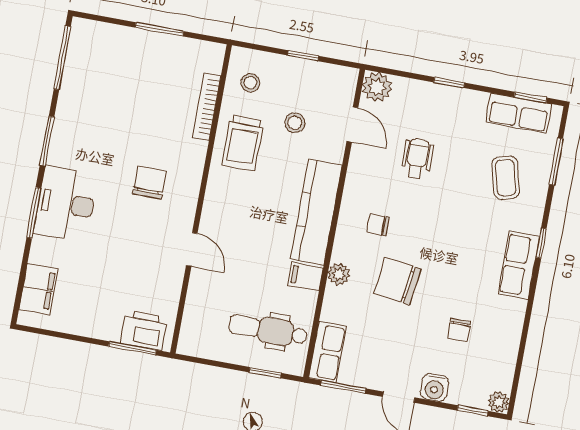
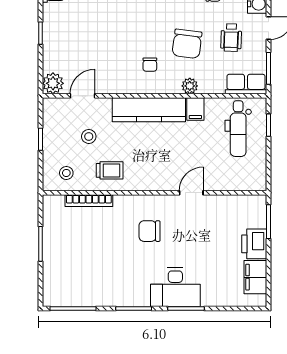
trolley: (243, 143) -> (110, 170), width x0.73, depth x0.72
wheelchair: (417, 158) -> (231, 37), moved, turned -88
filing cabinet: (38, 289) -> (255, 277), moved, turned -90
printer: (144, 330) -> (254, 244), moved

